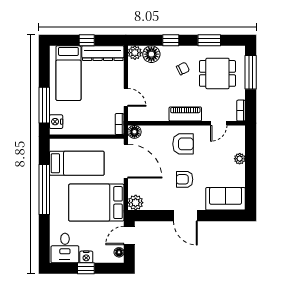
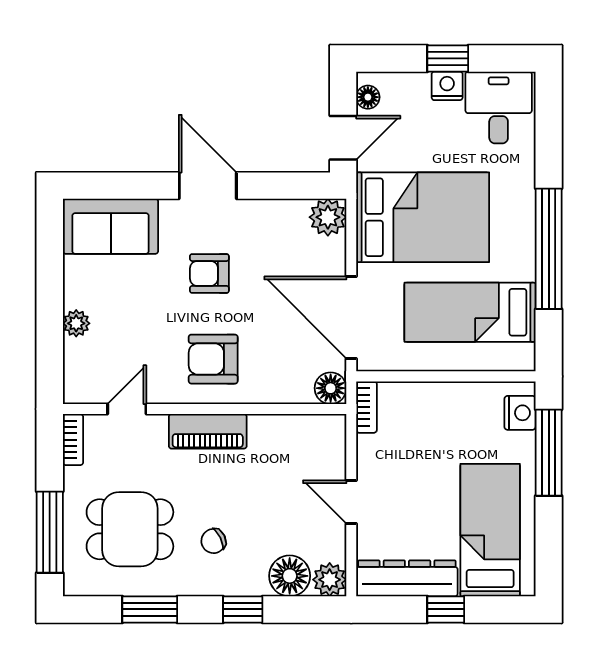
door: (126, 97) -> (351, 502), moved
armchair: (185, 179) -> (209, 273), turned 180

